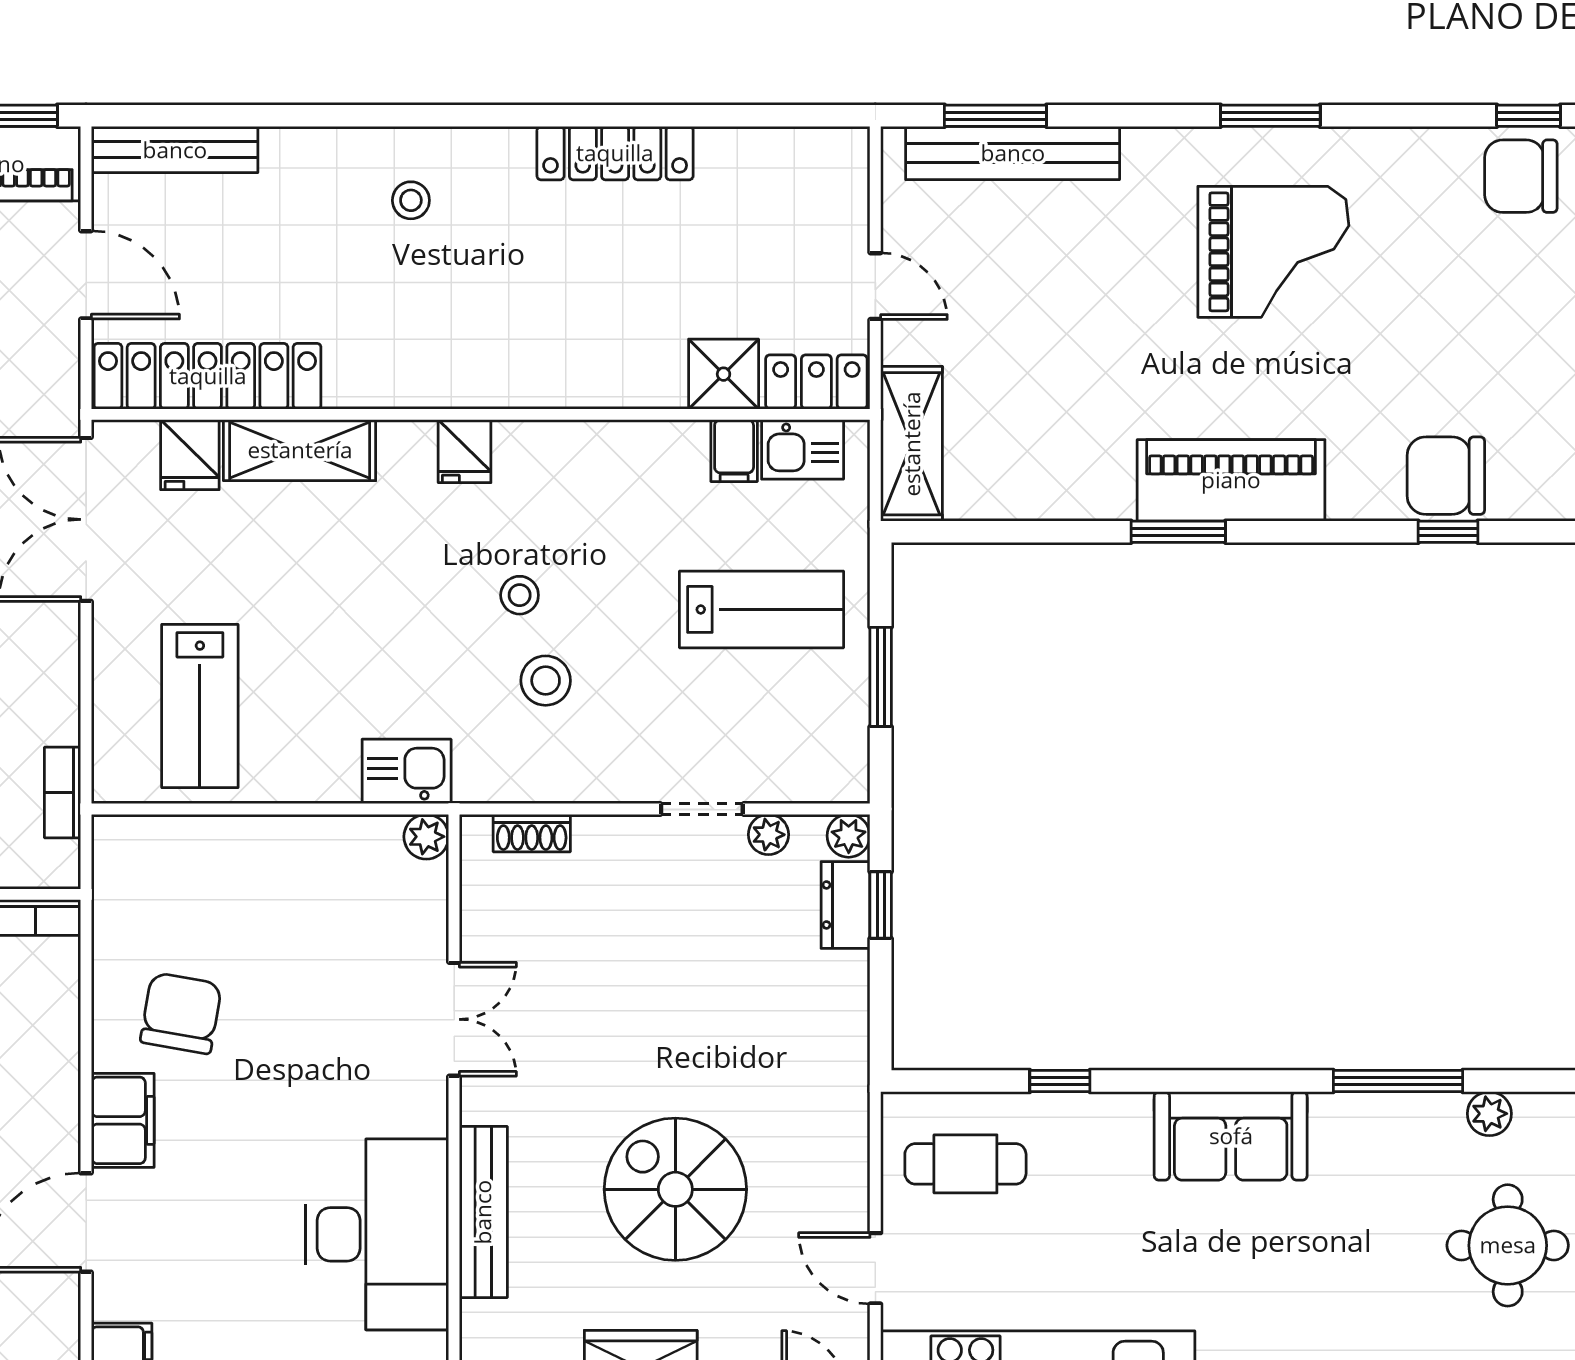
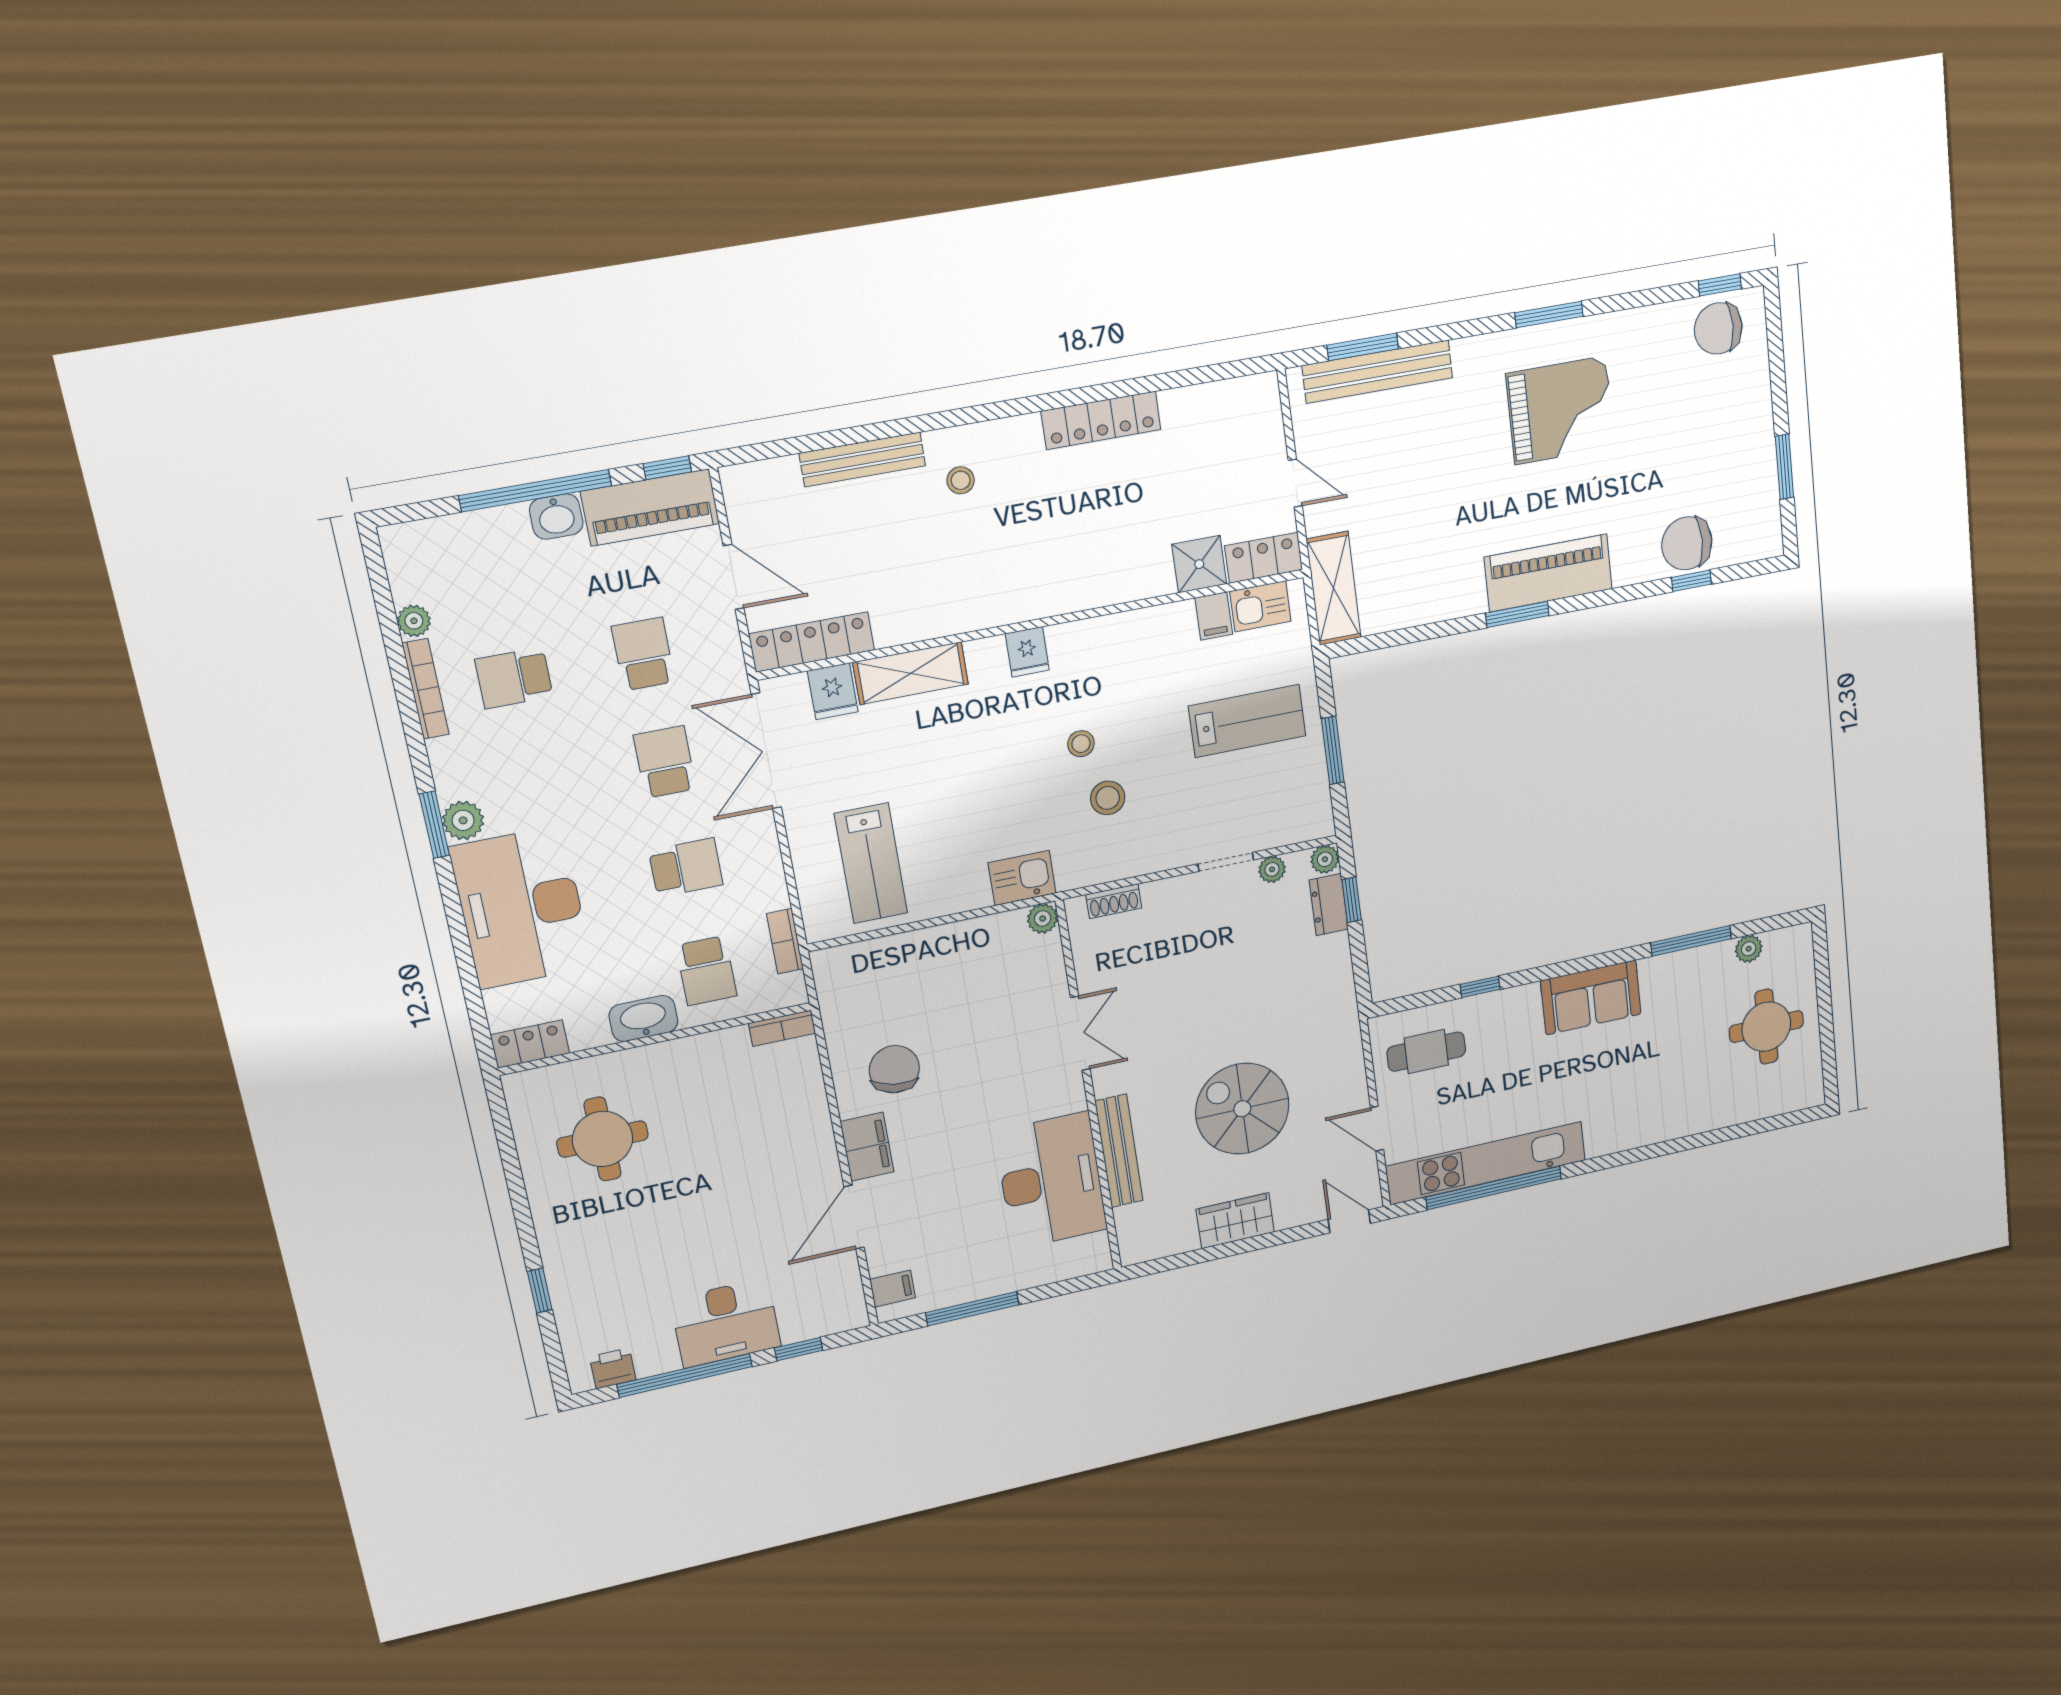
bench: (175, 150) -> (862, 459), moved
locker: (208, 376) -> (812, 642), width x0.71, depth x0.83

